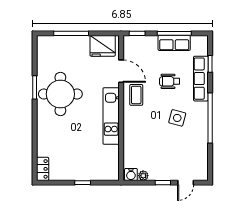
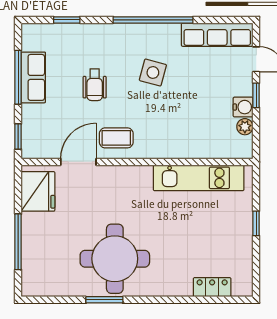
row of seats: (201, 79) -> (217, 35), moved
kitchen unit: (111, 116) -> (199, 178), moved
locker: (43, 169) -> (212, 287), moved
water cooler: (131, 175) -> (243, 107), moved

